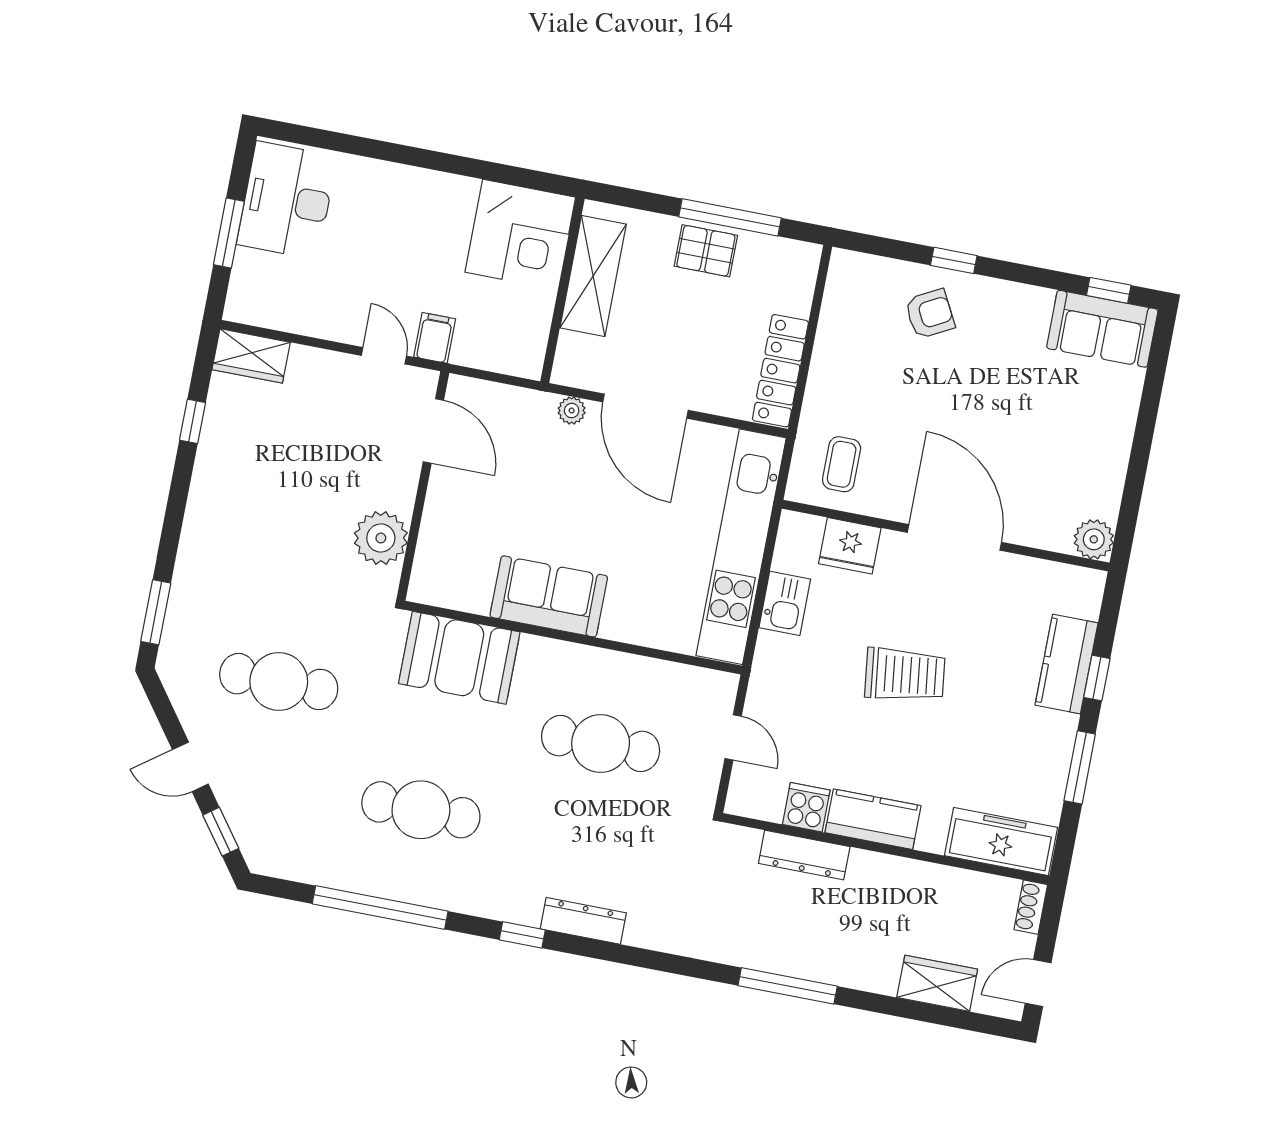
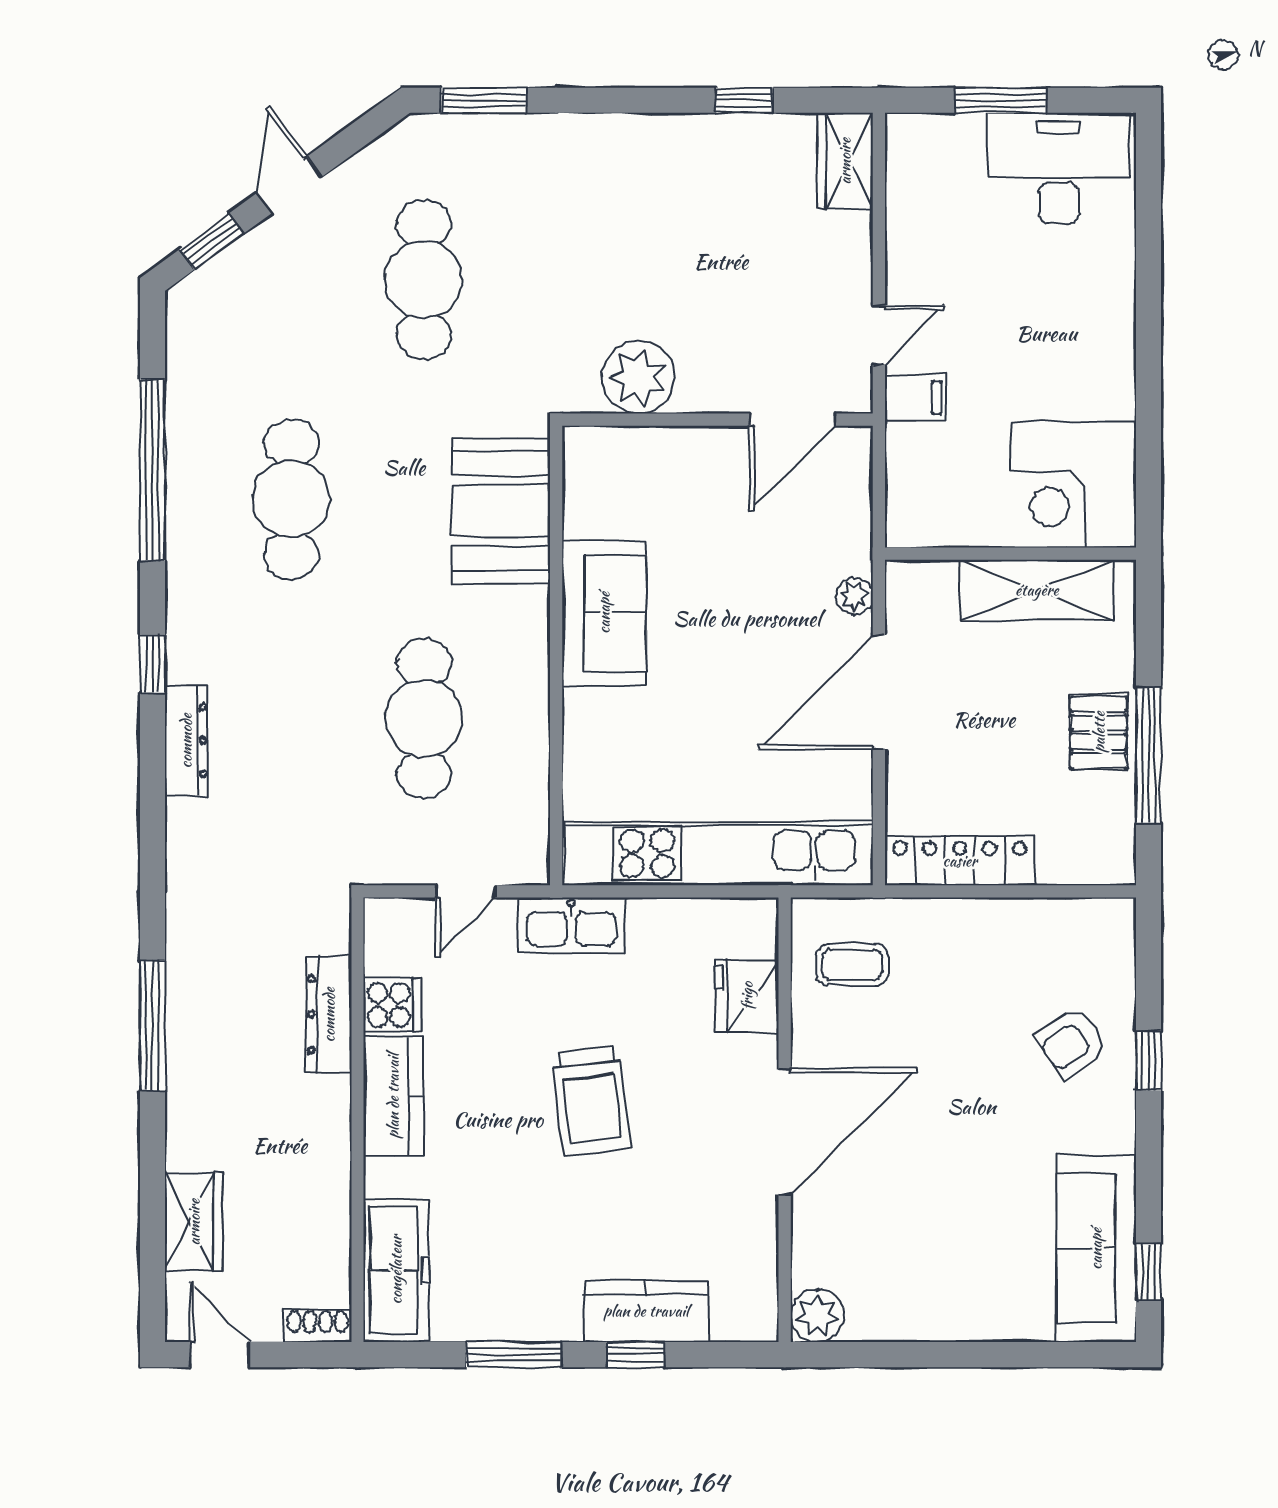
armchair: (930, 314) -> (1072, 1043), turned 85
sofa: (1102, 329) -> (1096, 1249), width x1.36
kitchen sink: (785, 603) -> (571, 925), moved, width x1.38

